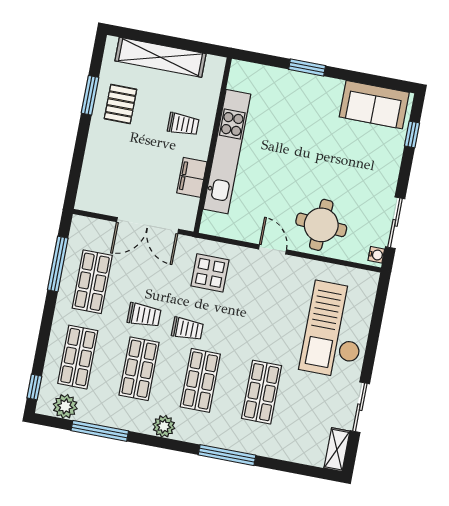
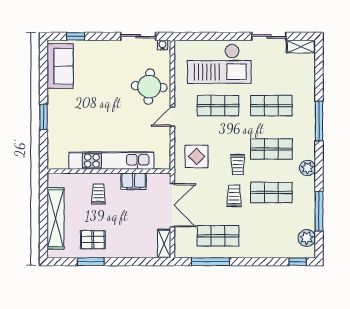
shelving: (96, 204) -> (164, 244), added
trolley: (187, 329) -> (238, 165), turned 180
shop shelf: (78, 357) -> (218, 106), moved

